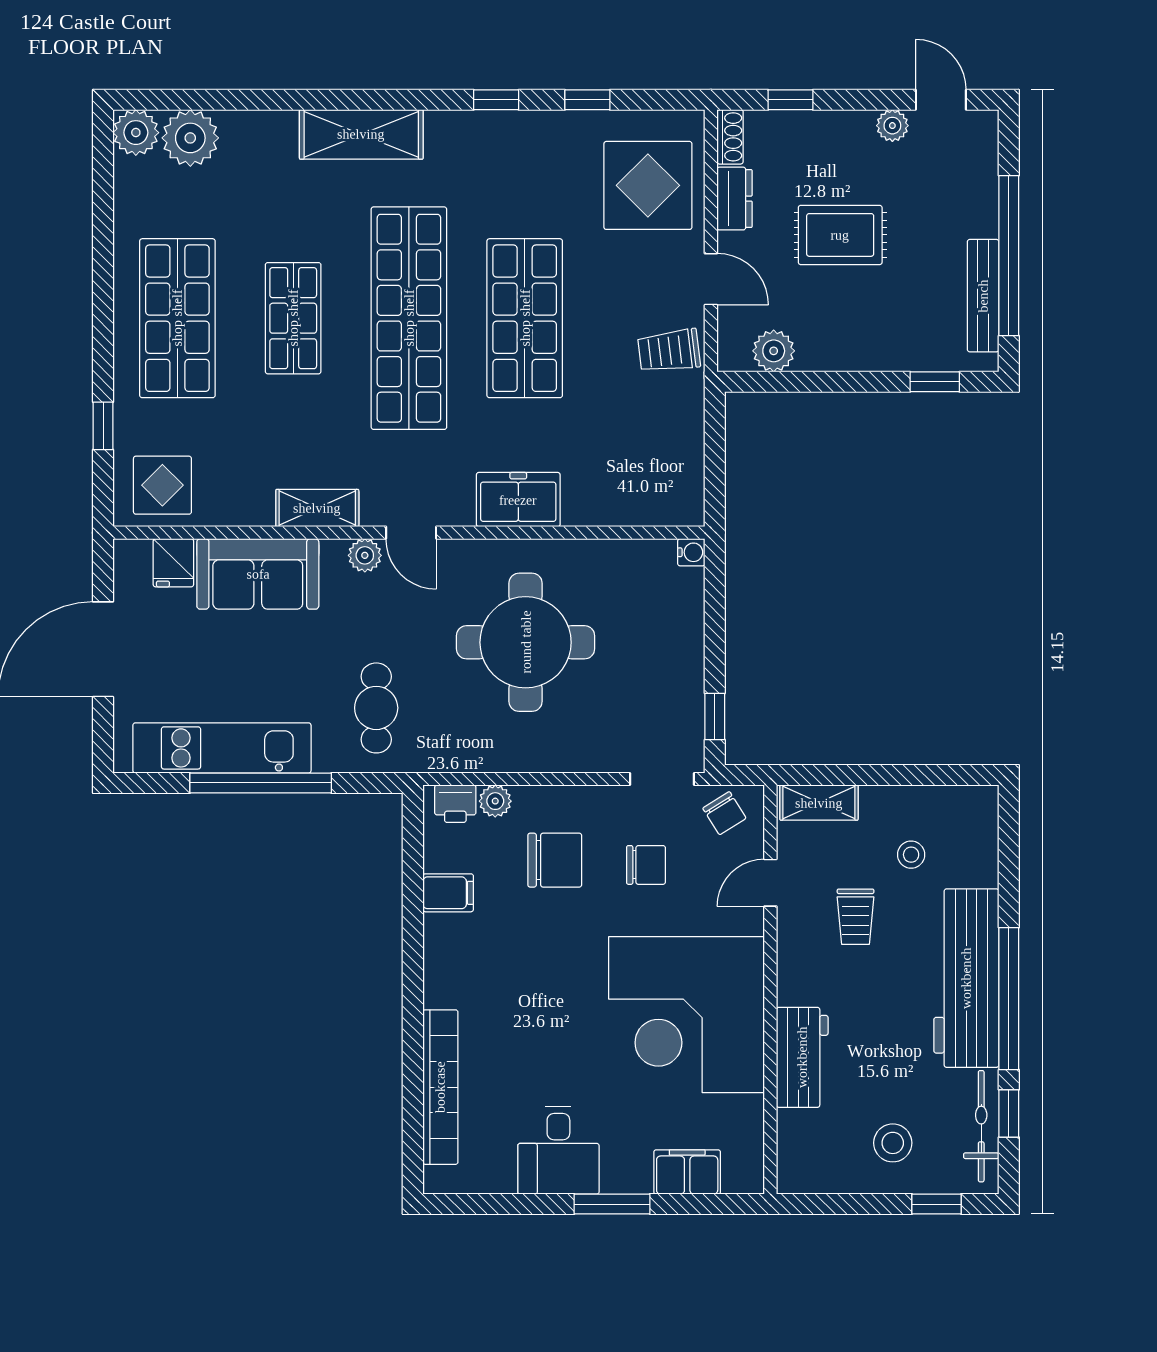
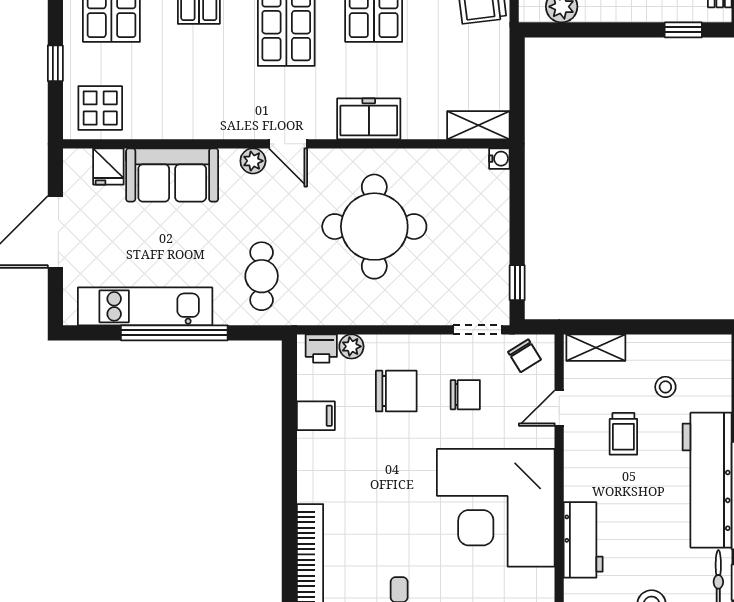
shelving: (317, 508) -> (478, 125), moved

